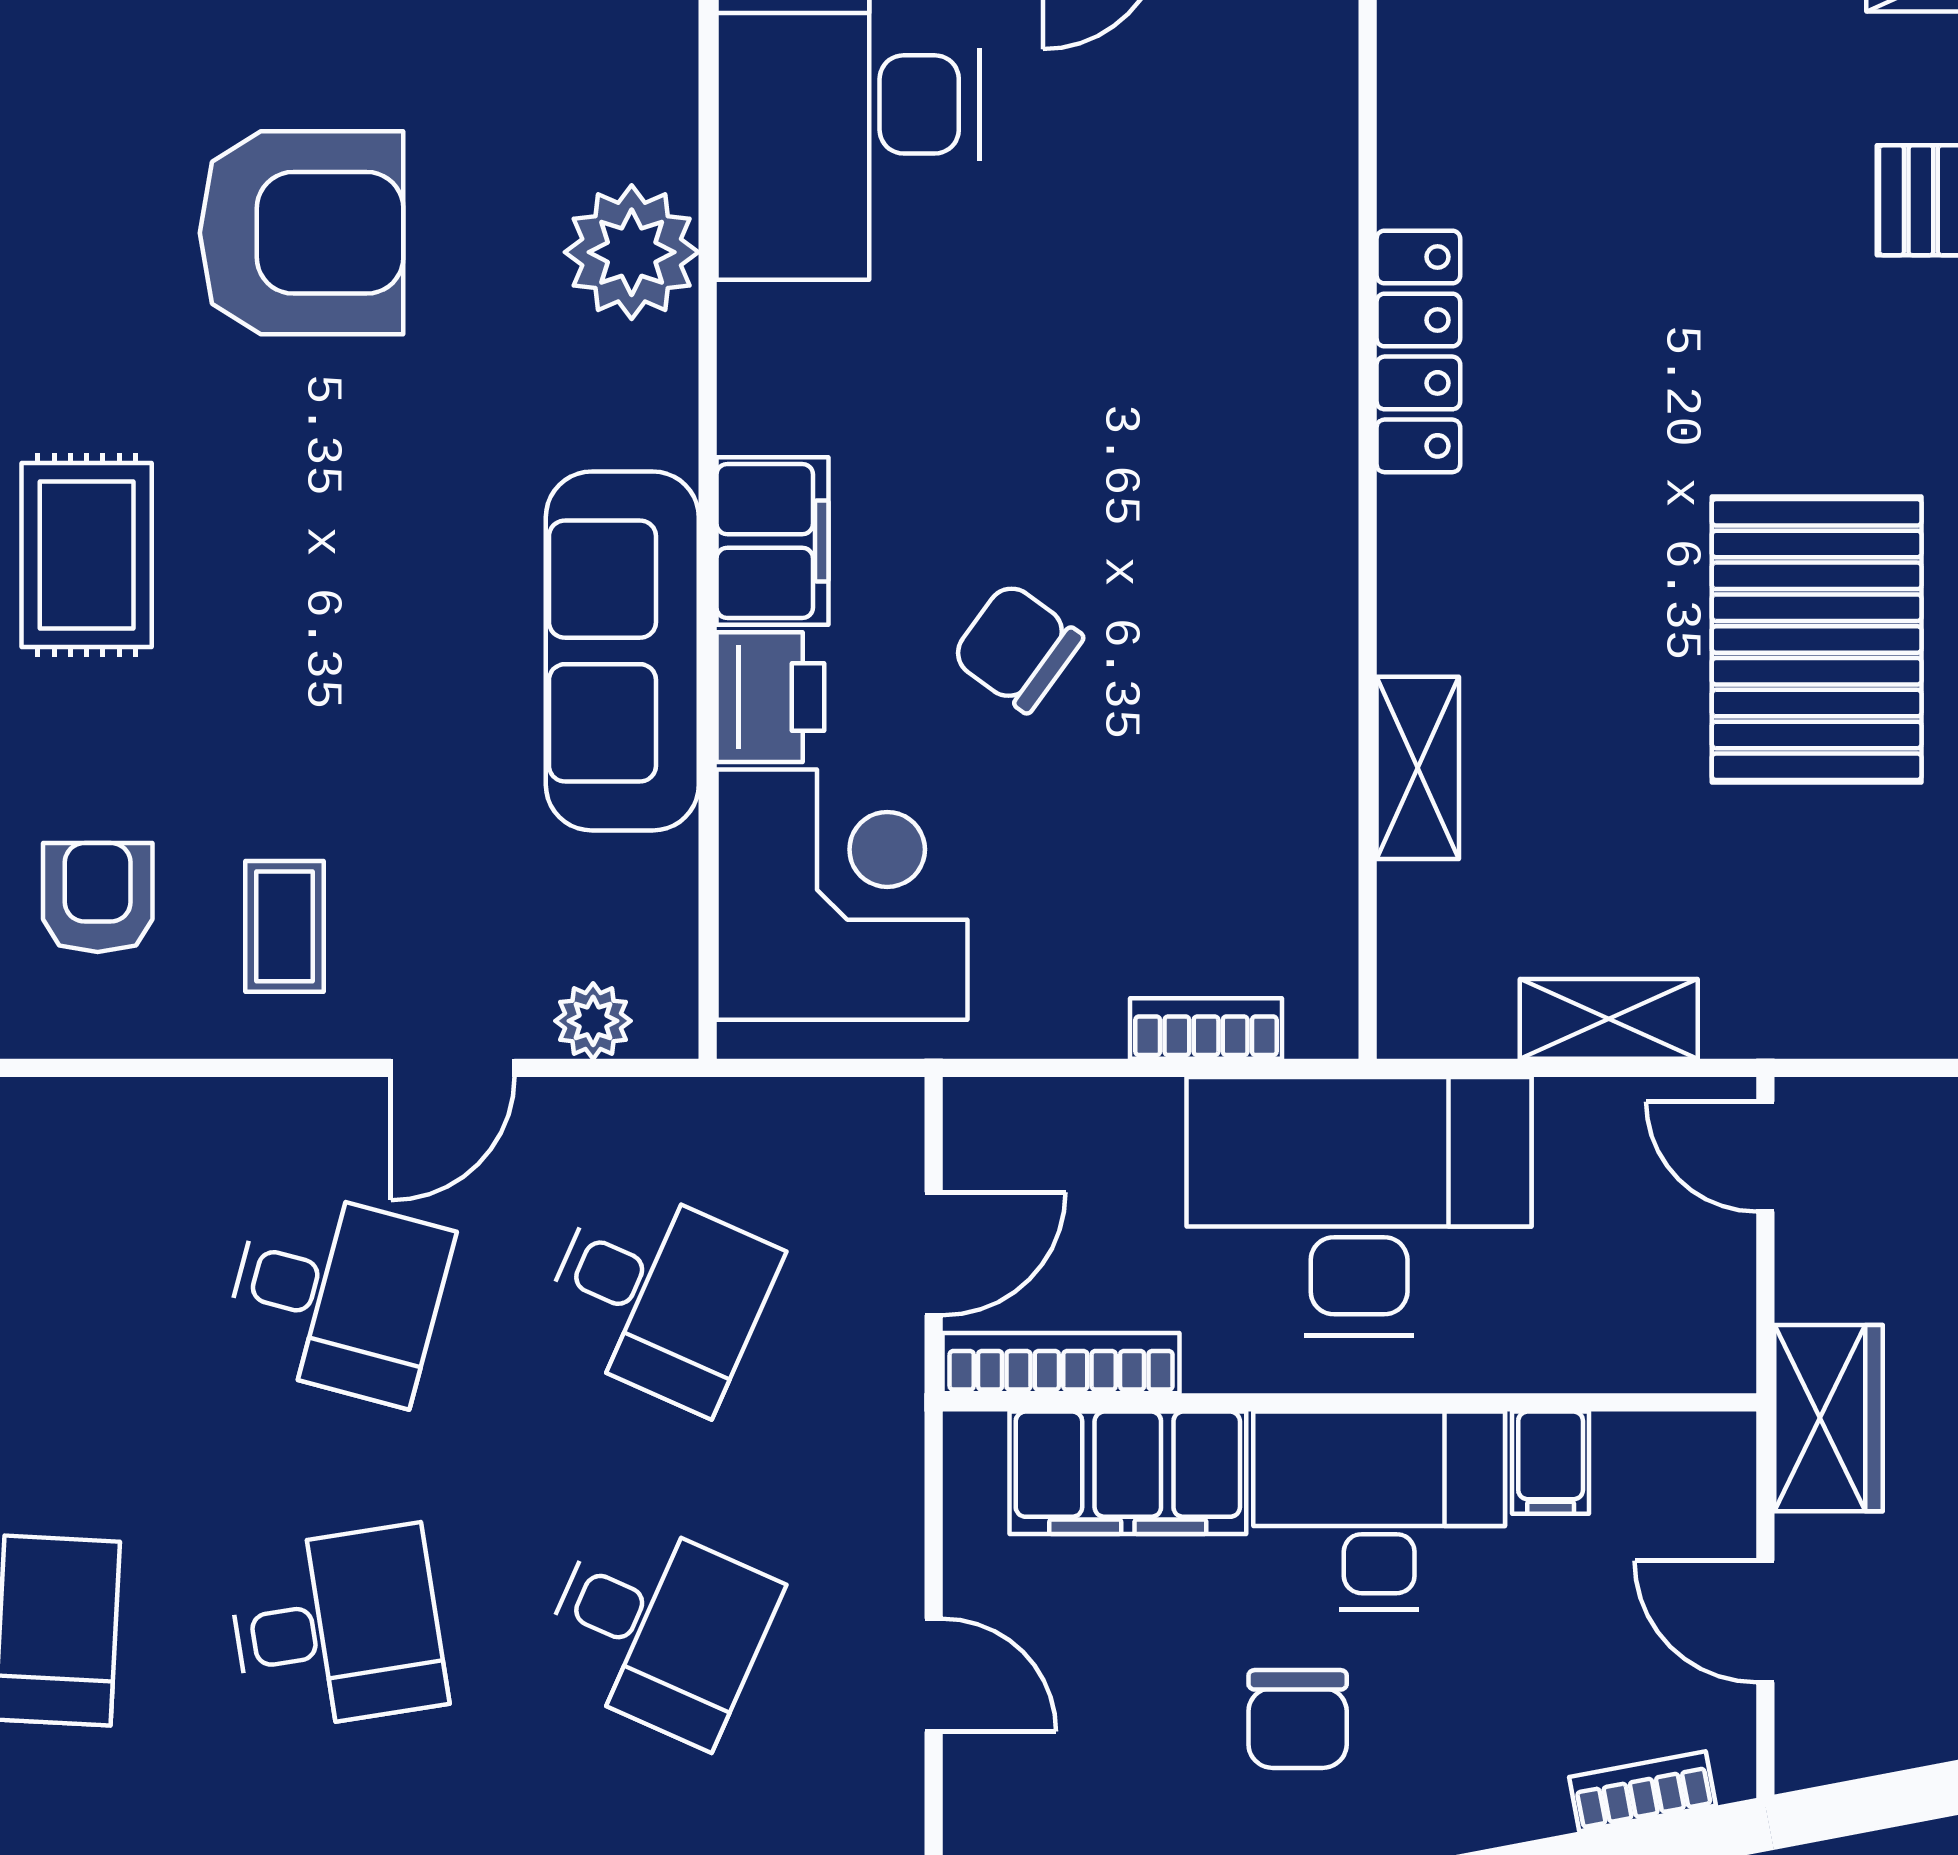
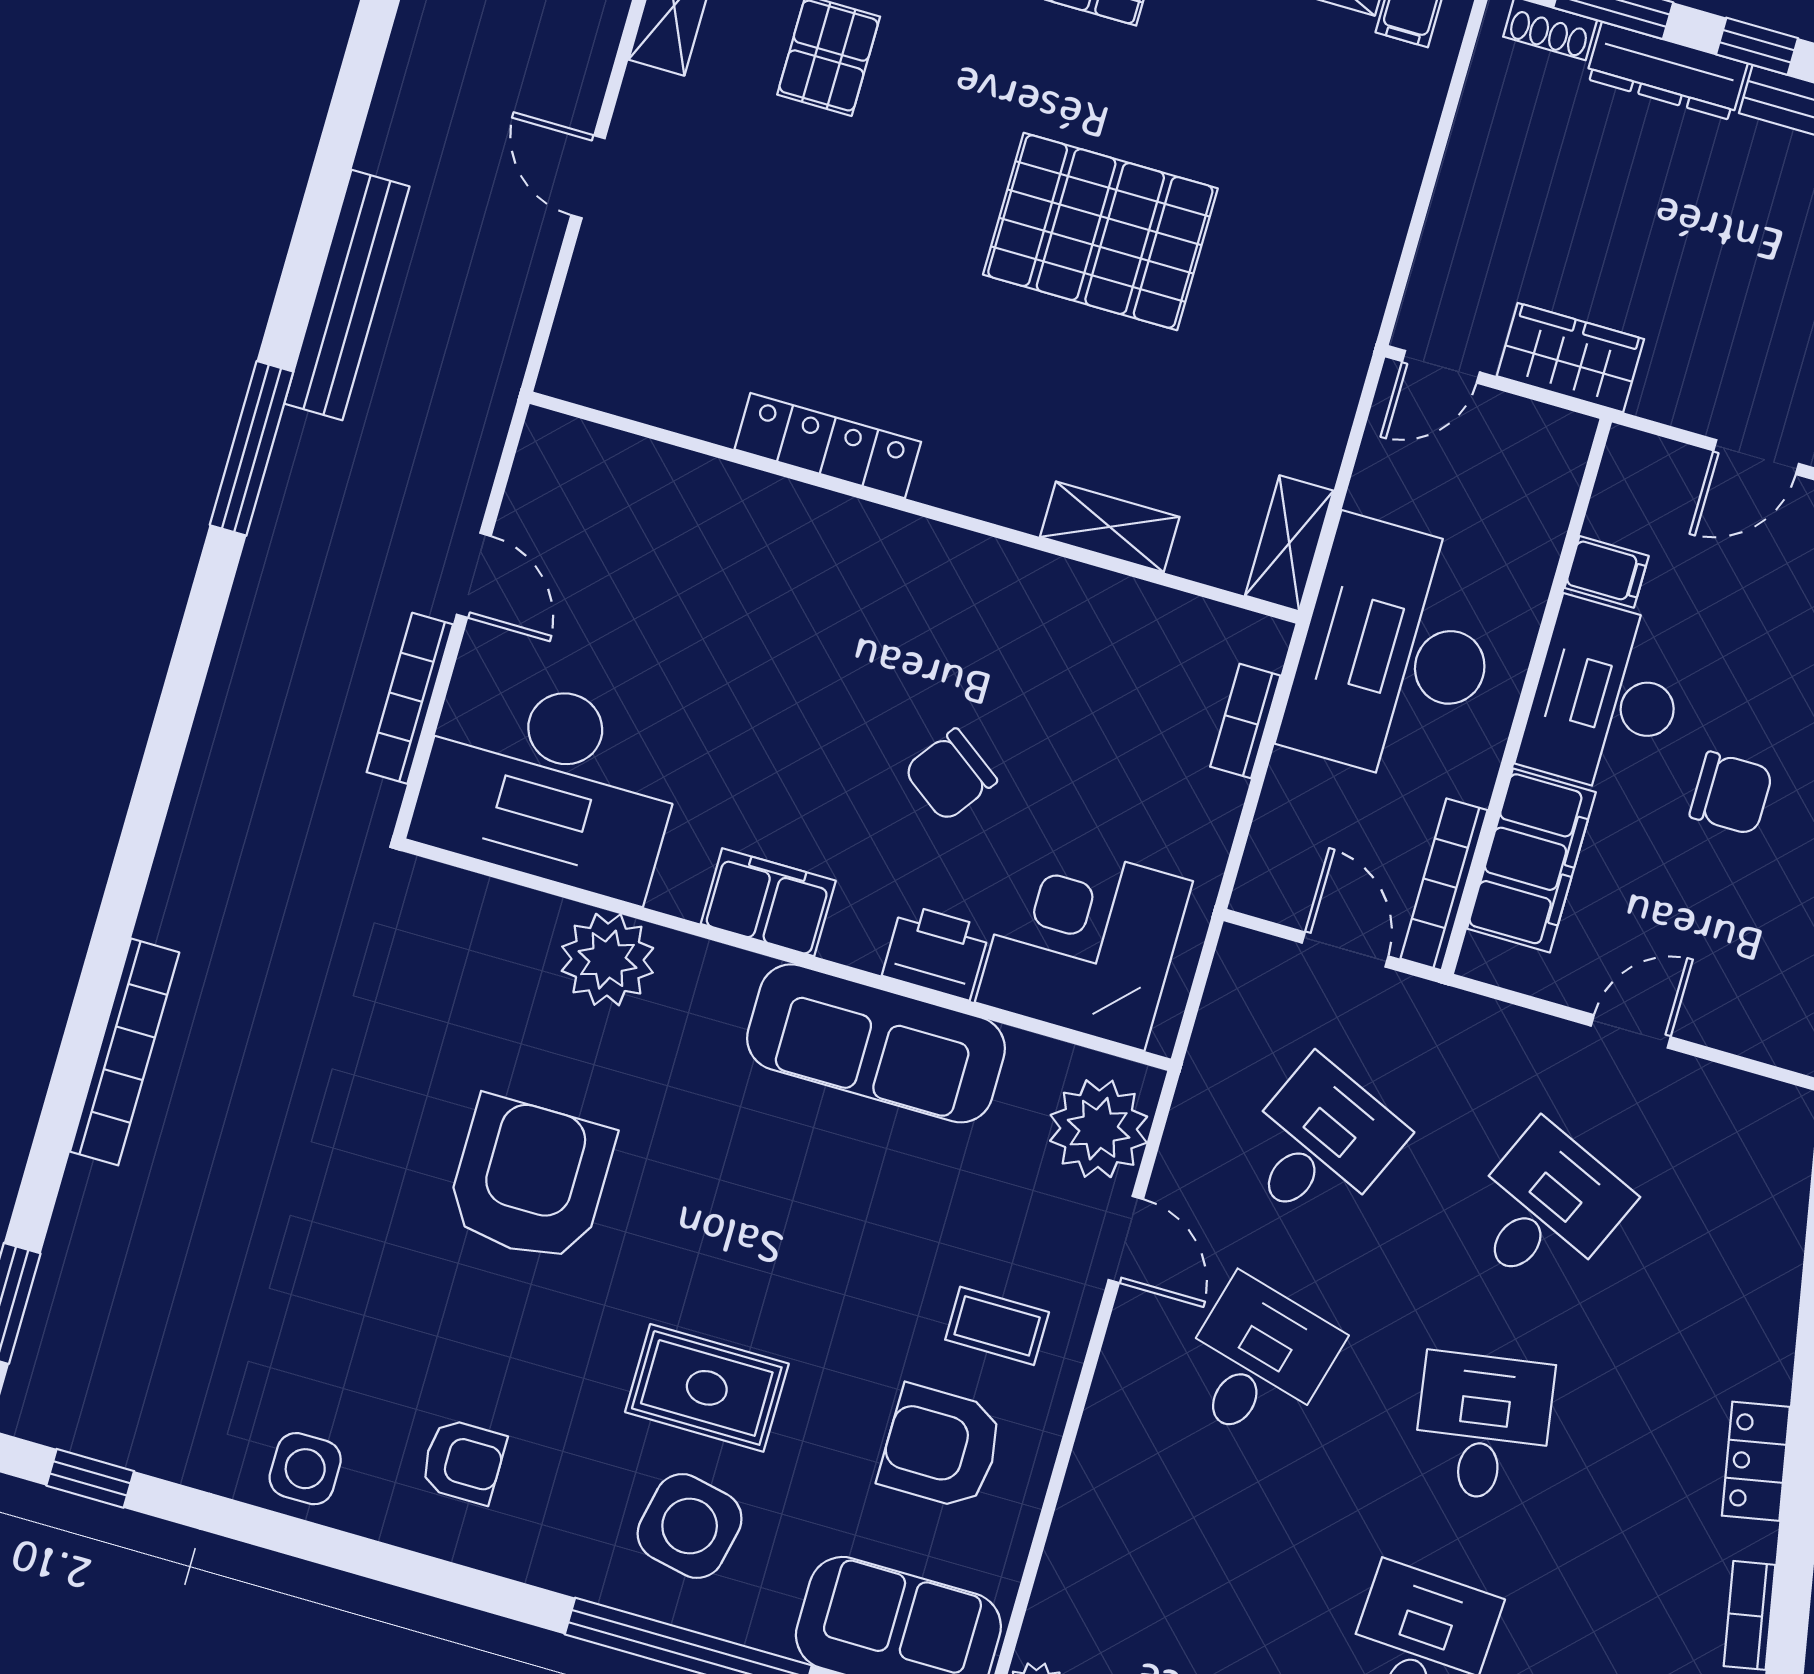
filing cabinet: (773, 541) -> (768, 902), moved
armchair: (98, 898) -> (941, 1447), width x1.38, depth x1.38
shelving: (1609, 1019) -> (1289, 543), moved
plant: (593, 1021) -> (1099, 1129), width x1.88, depth x1.88
wardrobe: (1829, 1418) -> (1570, 358), moved

